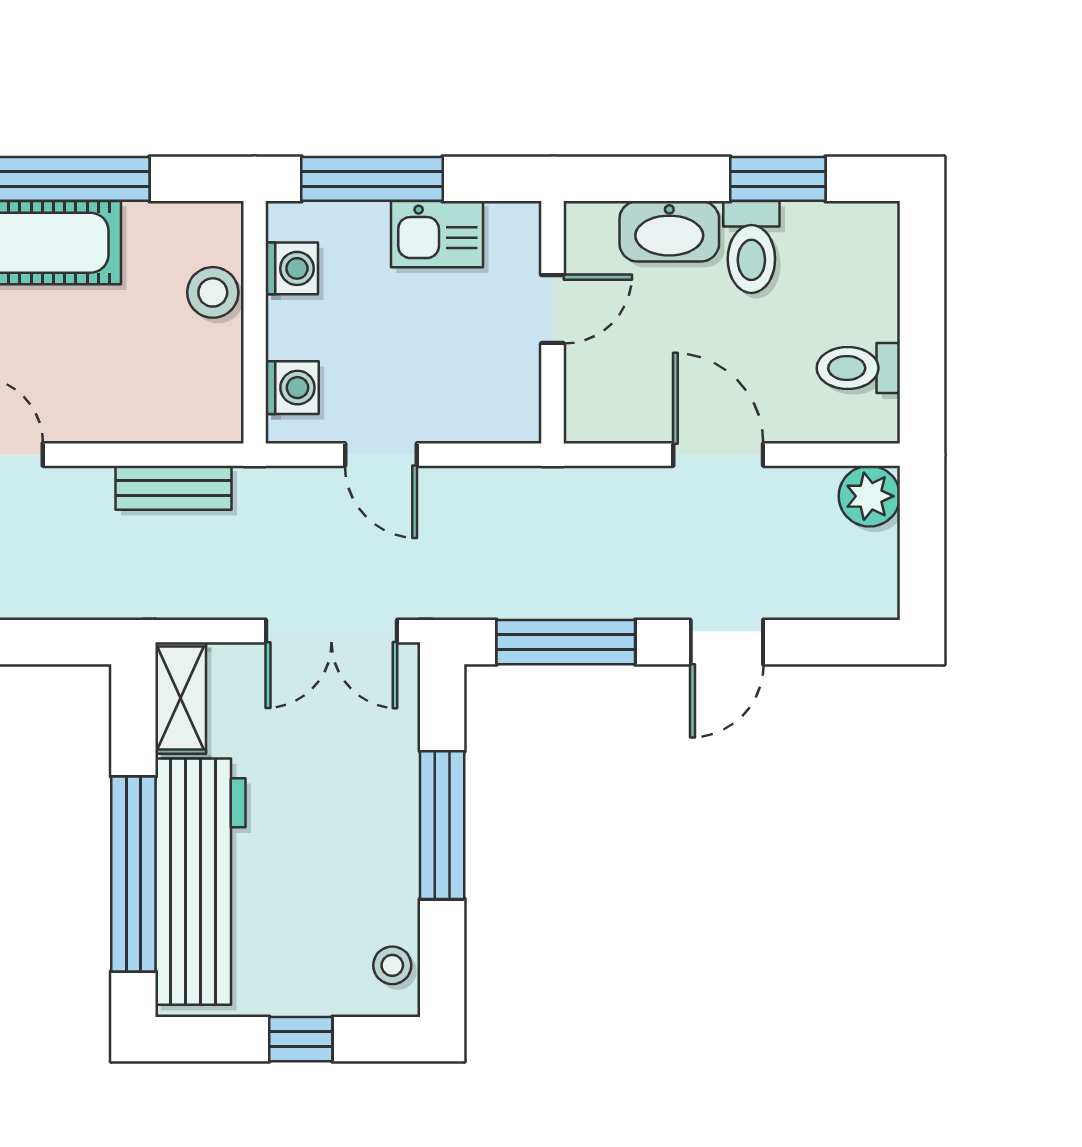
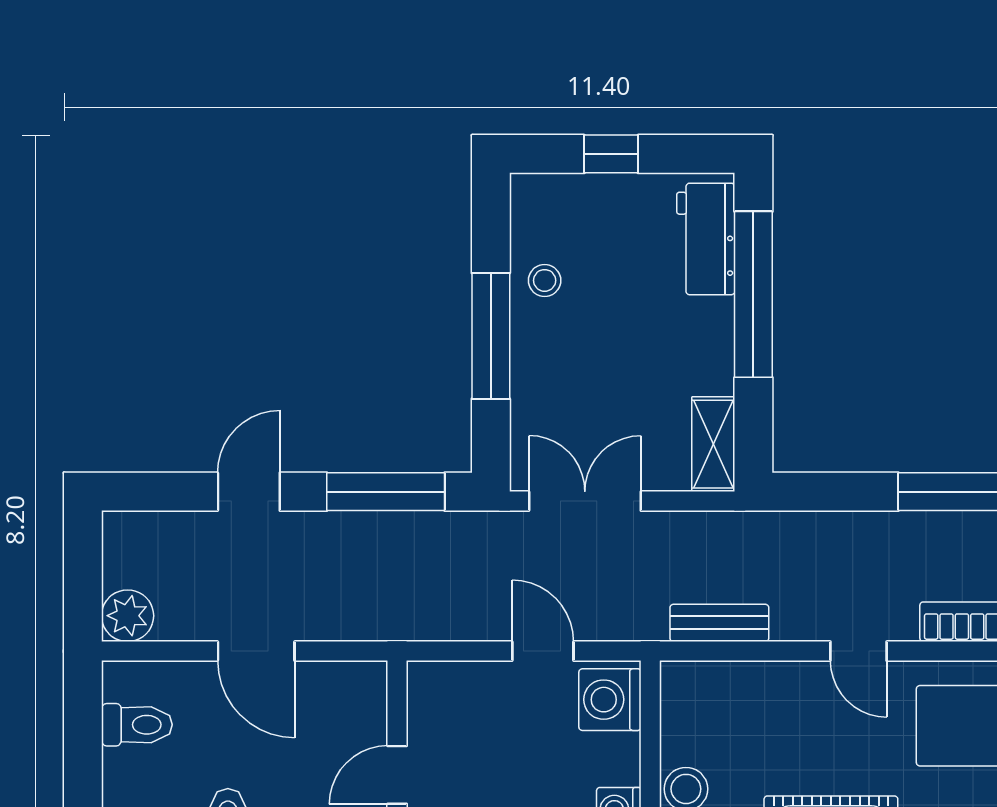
washing machine: (292, 388) -> (610, 700), width x1.38, depth x1.38
workbench: (200, 882) -> (706, 239), width x0.53, depth x0.76
stool: (392, 965) -> (545, 280), moved

